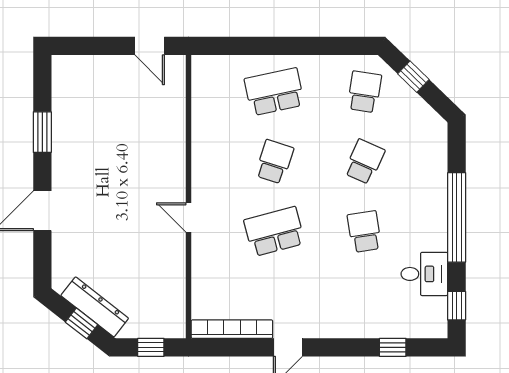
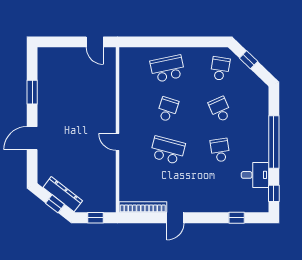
school desk: (364, 162) -> (220, 109), turned -48
school desk: (274, 232) -> (168, 150), turned 30

